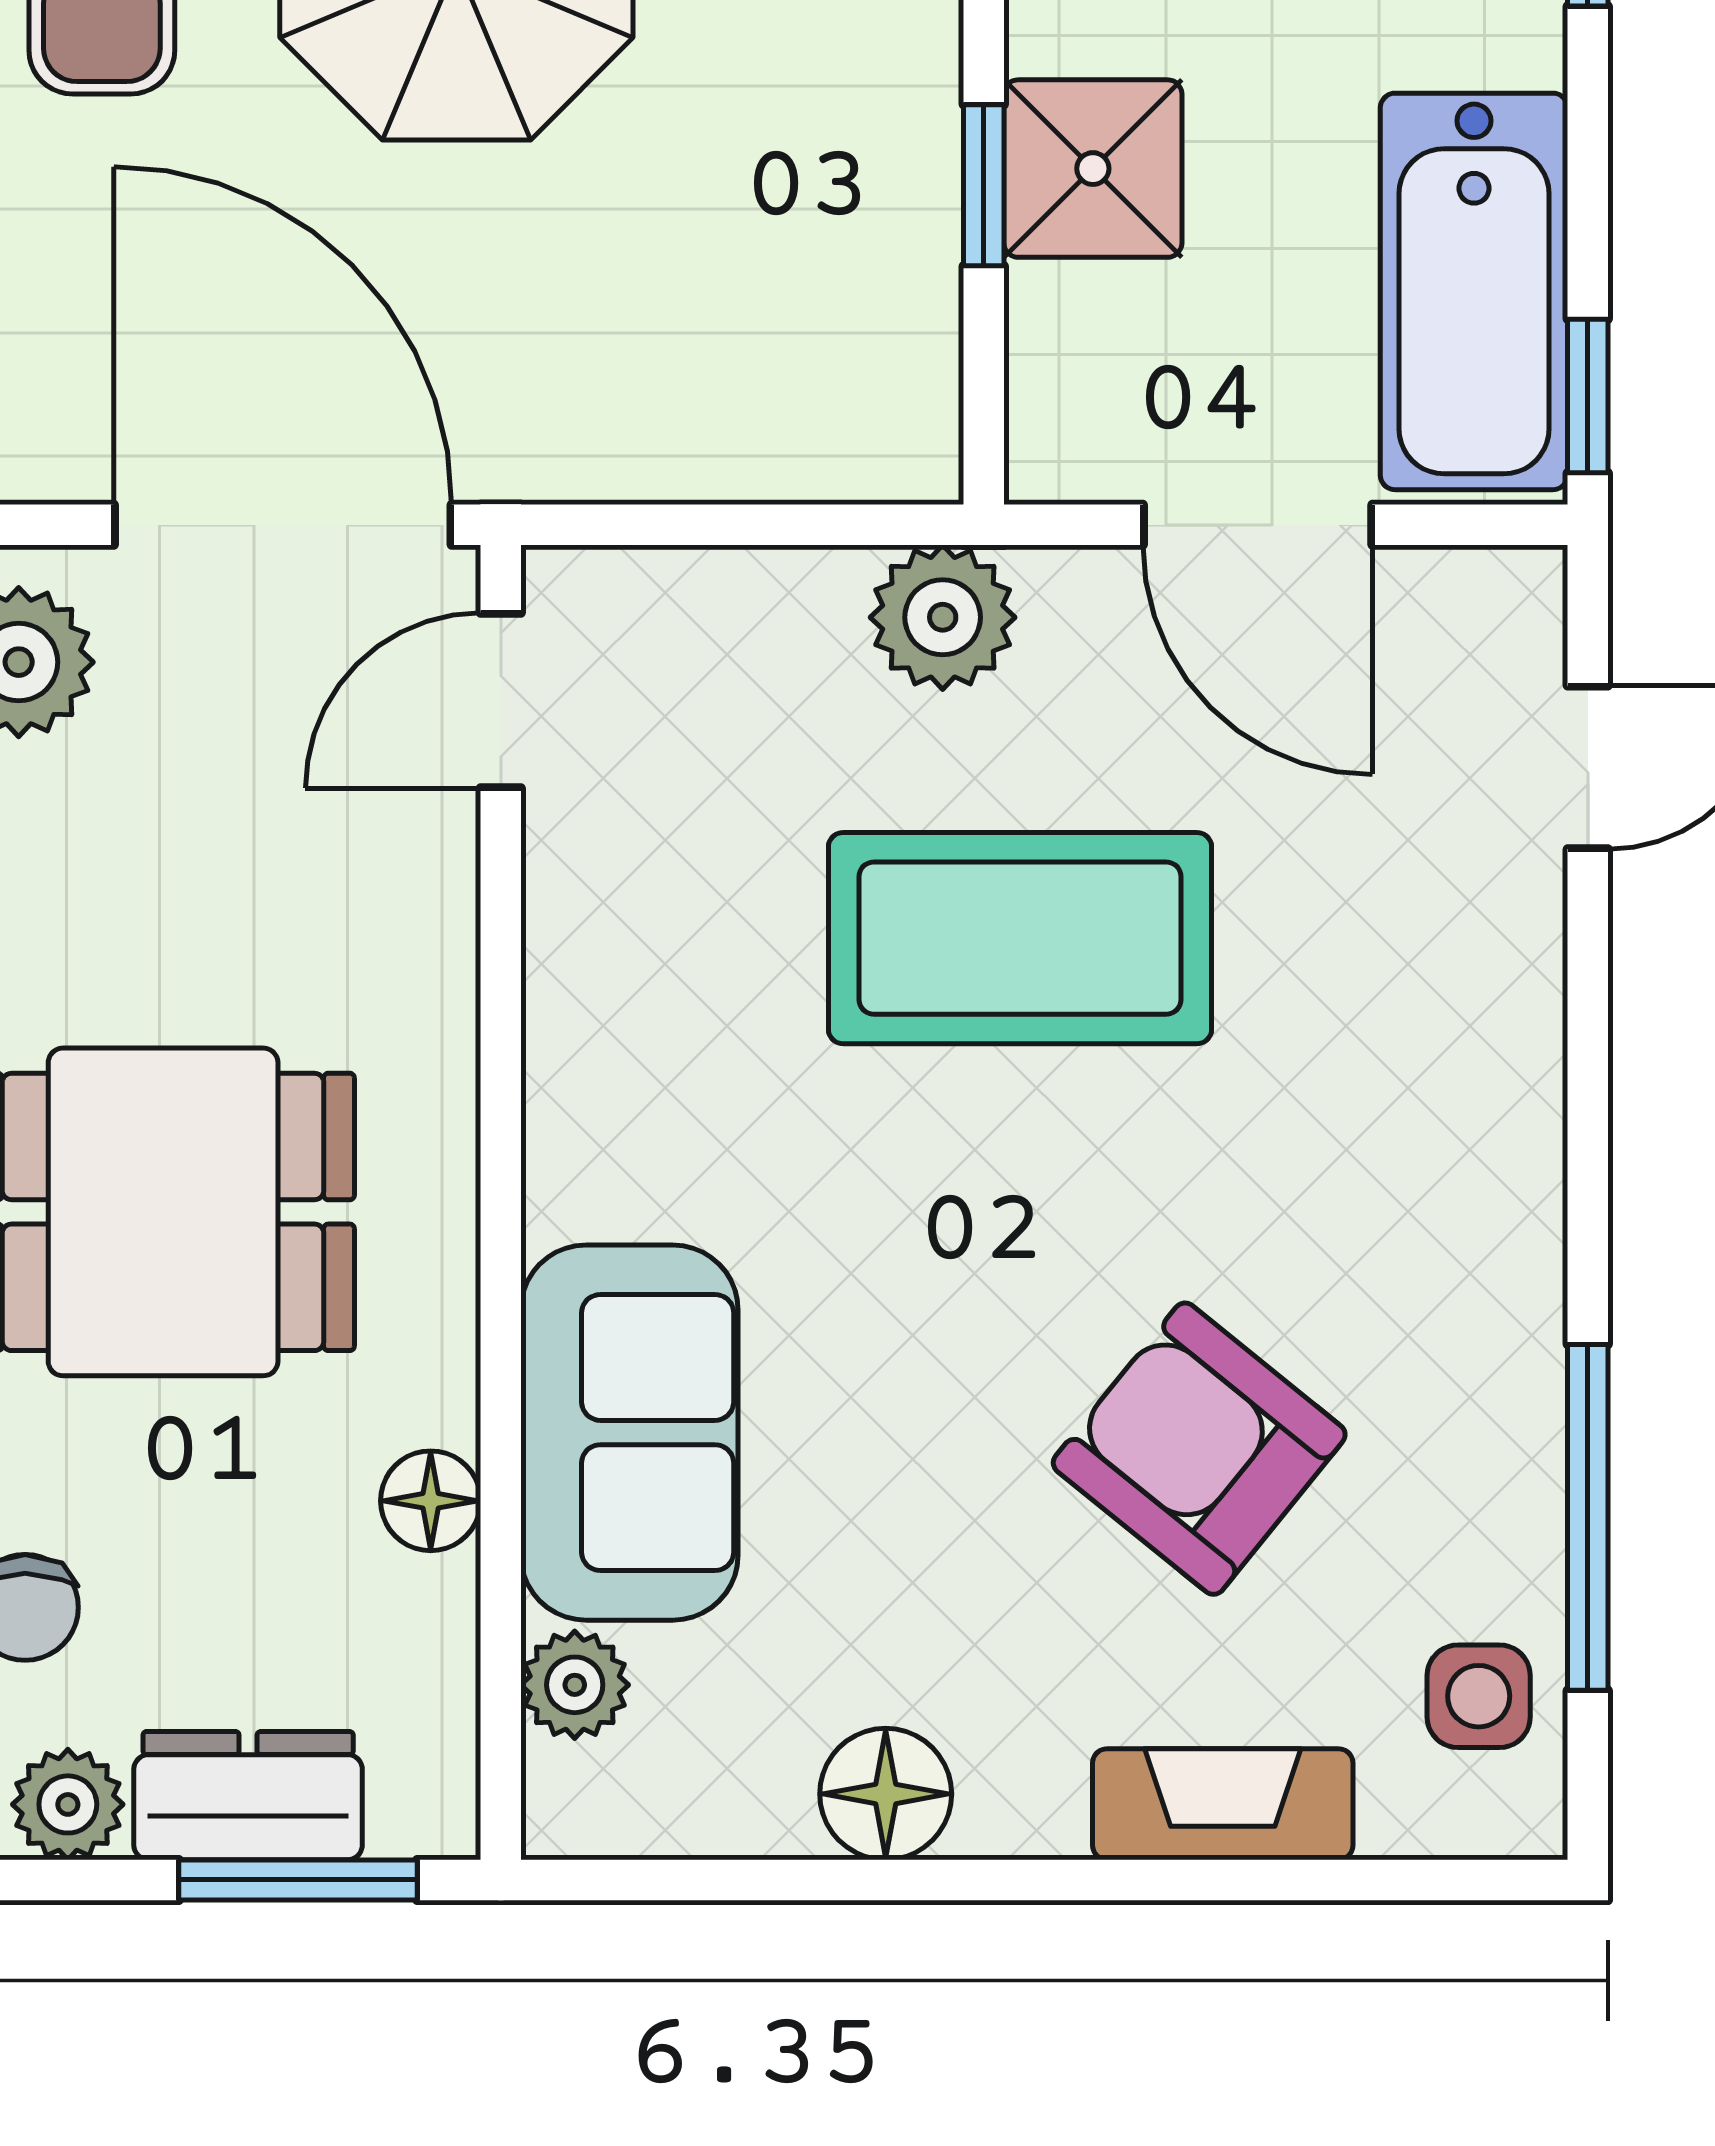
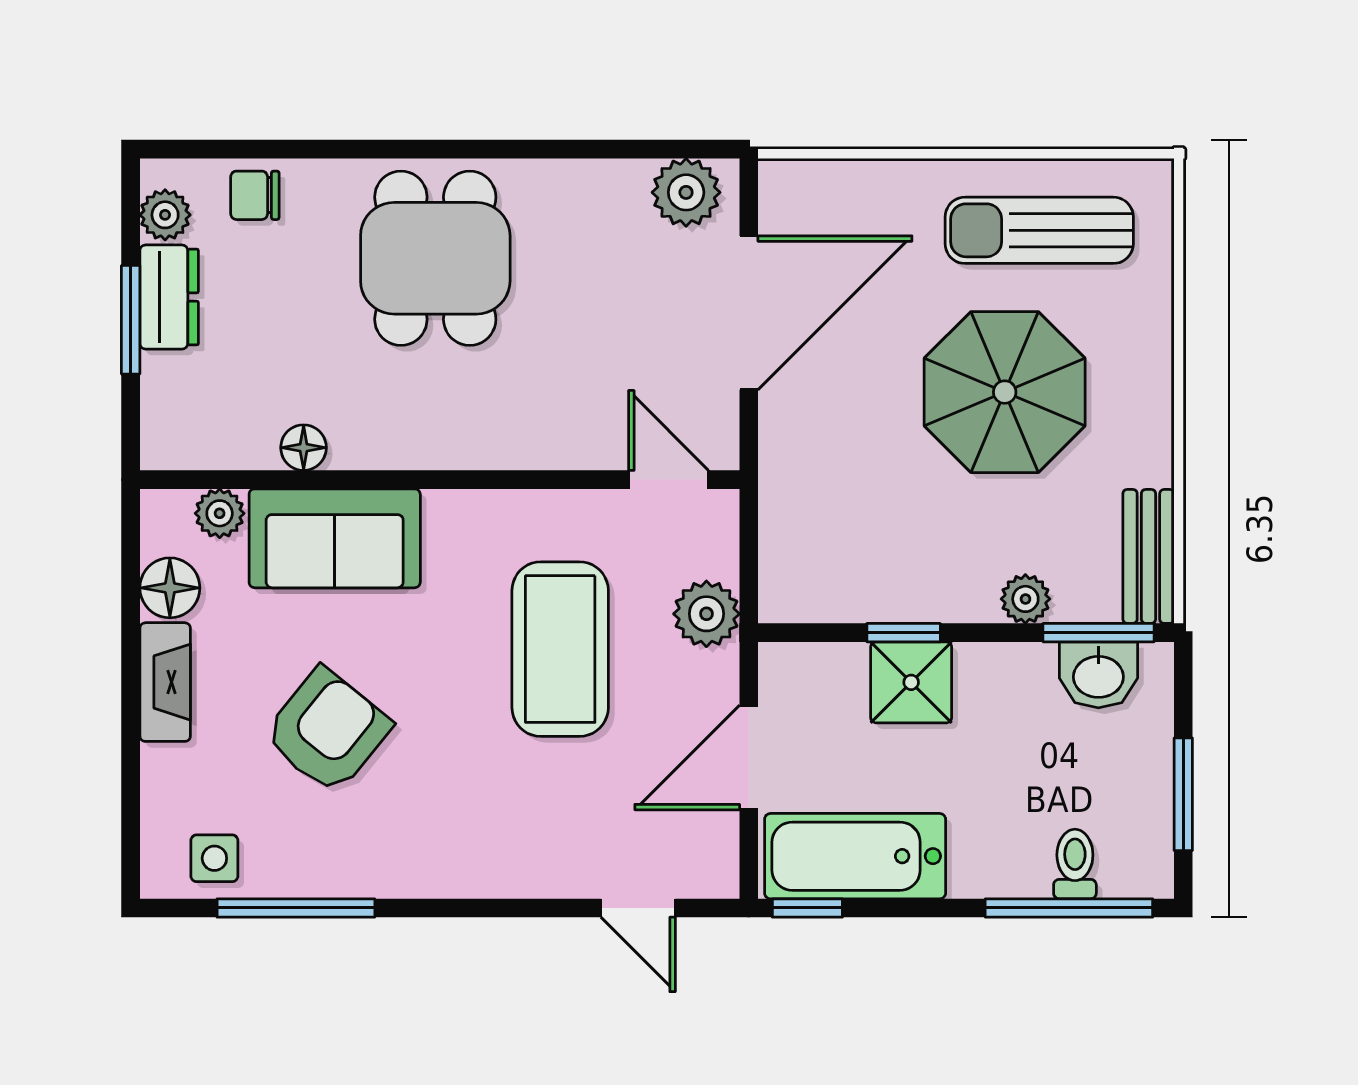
door: (501, 701) -> (668, 480), moved
wall: (501, 1202) -> (440, 480), moved
sofa: (629, 1433) -> (335, 538), moved
floor lamp: (431, 1501) -> (304, 448), moved
plant: (575, 1685) -> (220, 513), moved
fireplace: (1223, 1804) -> (165, 682), moved

